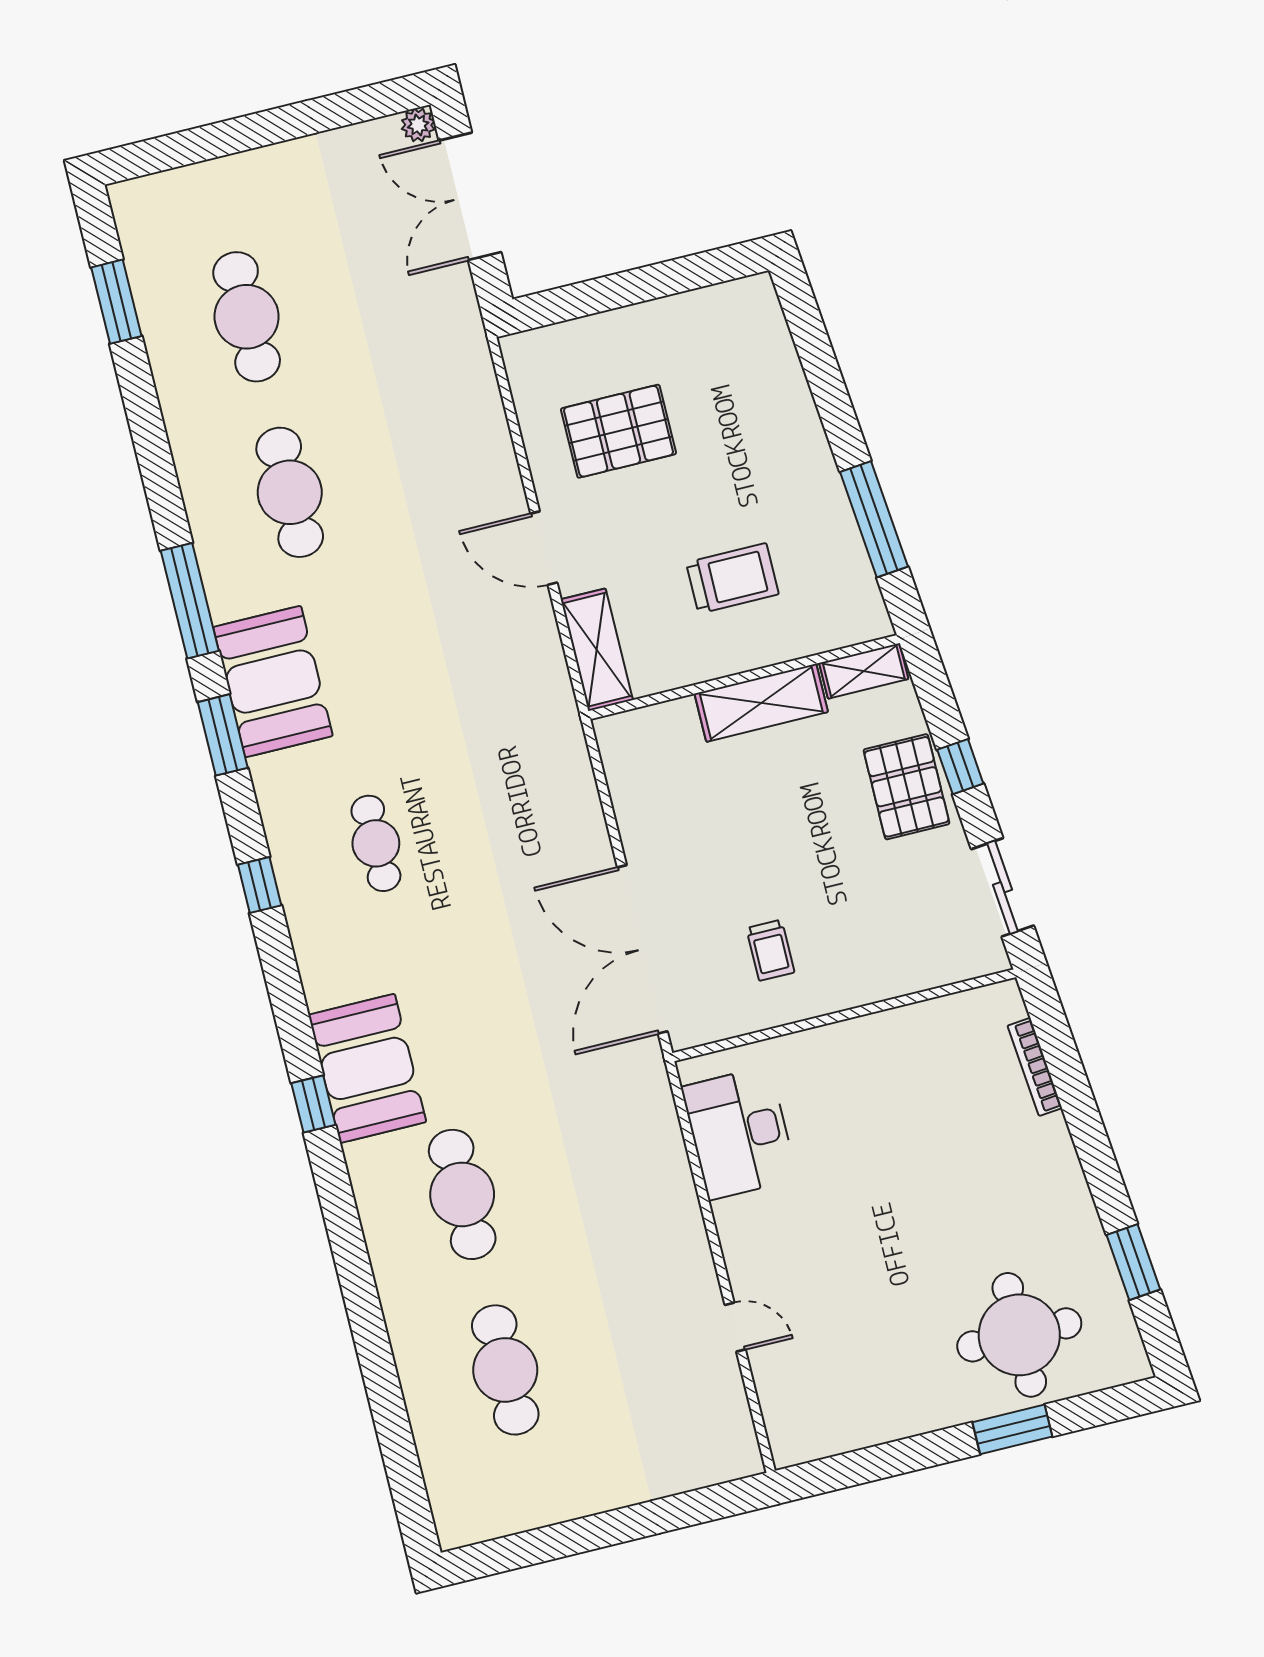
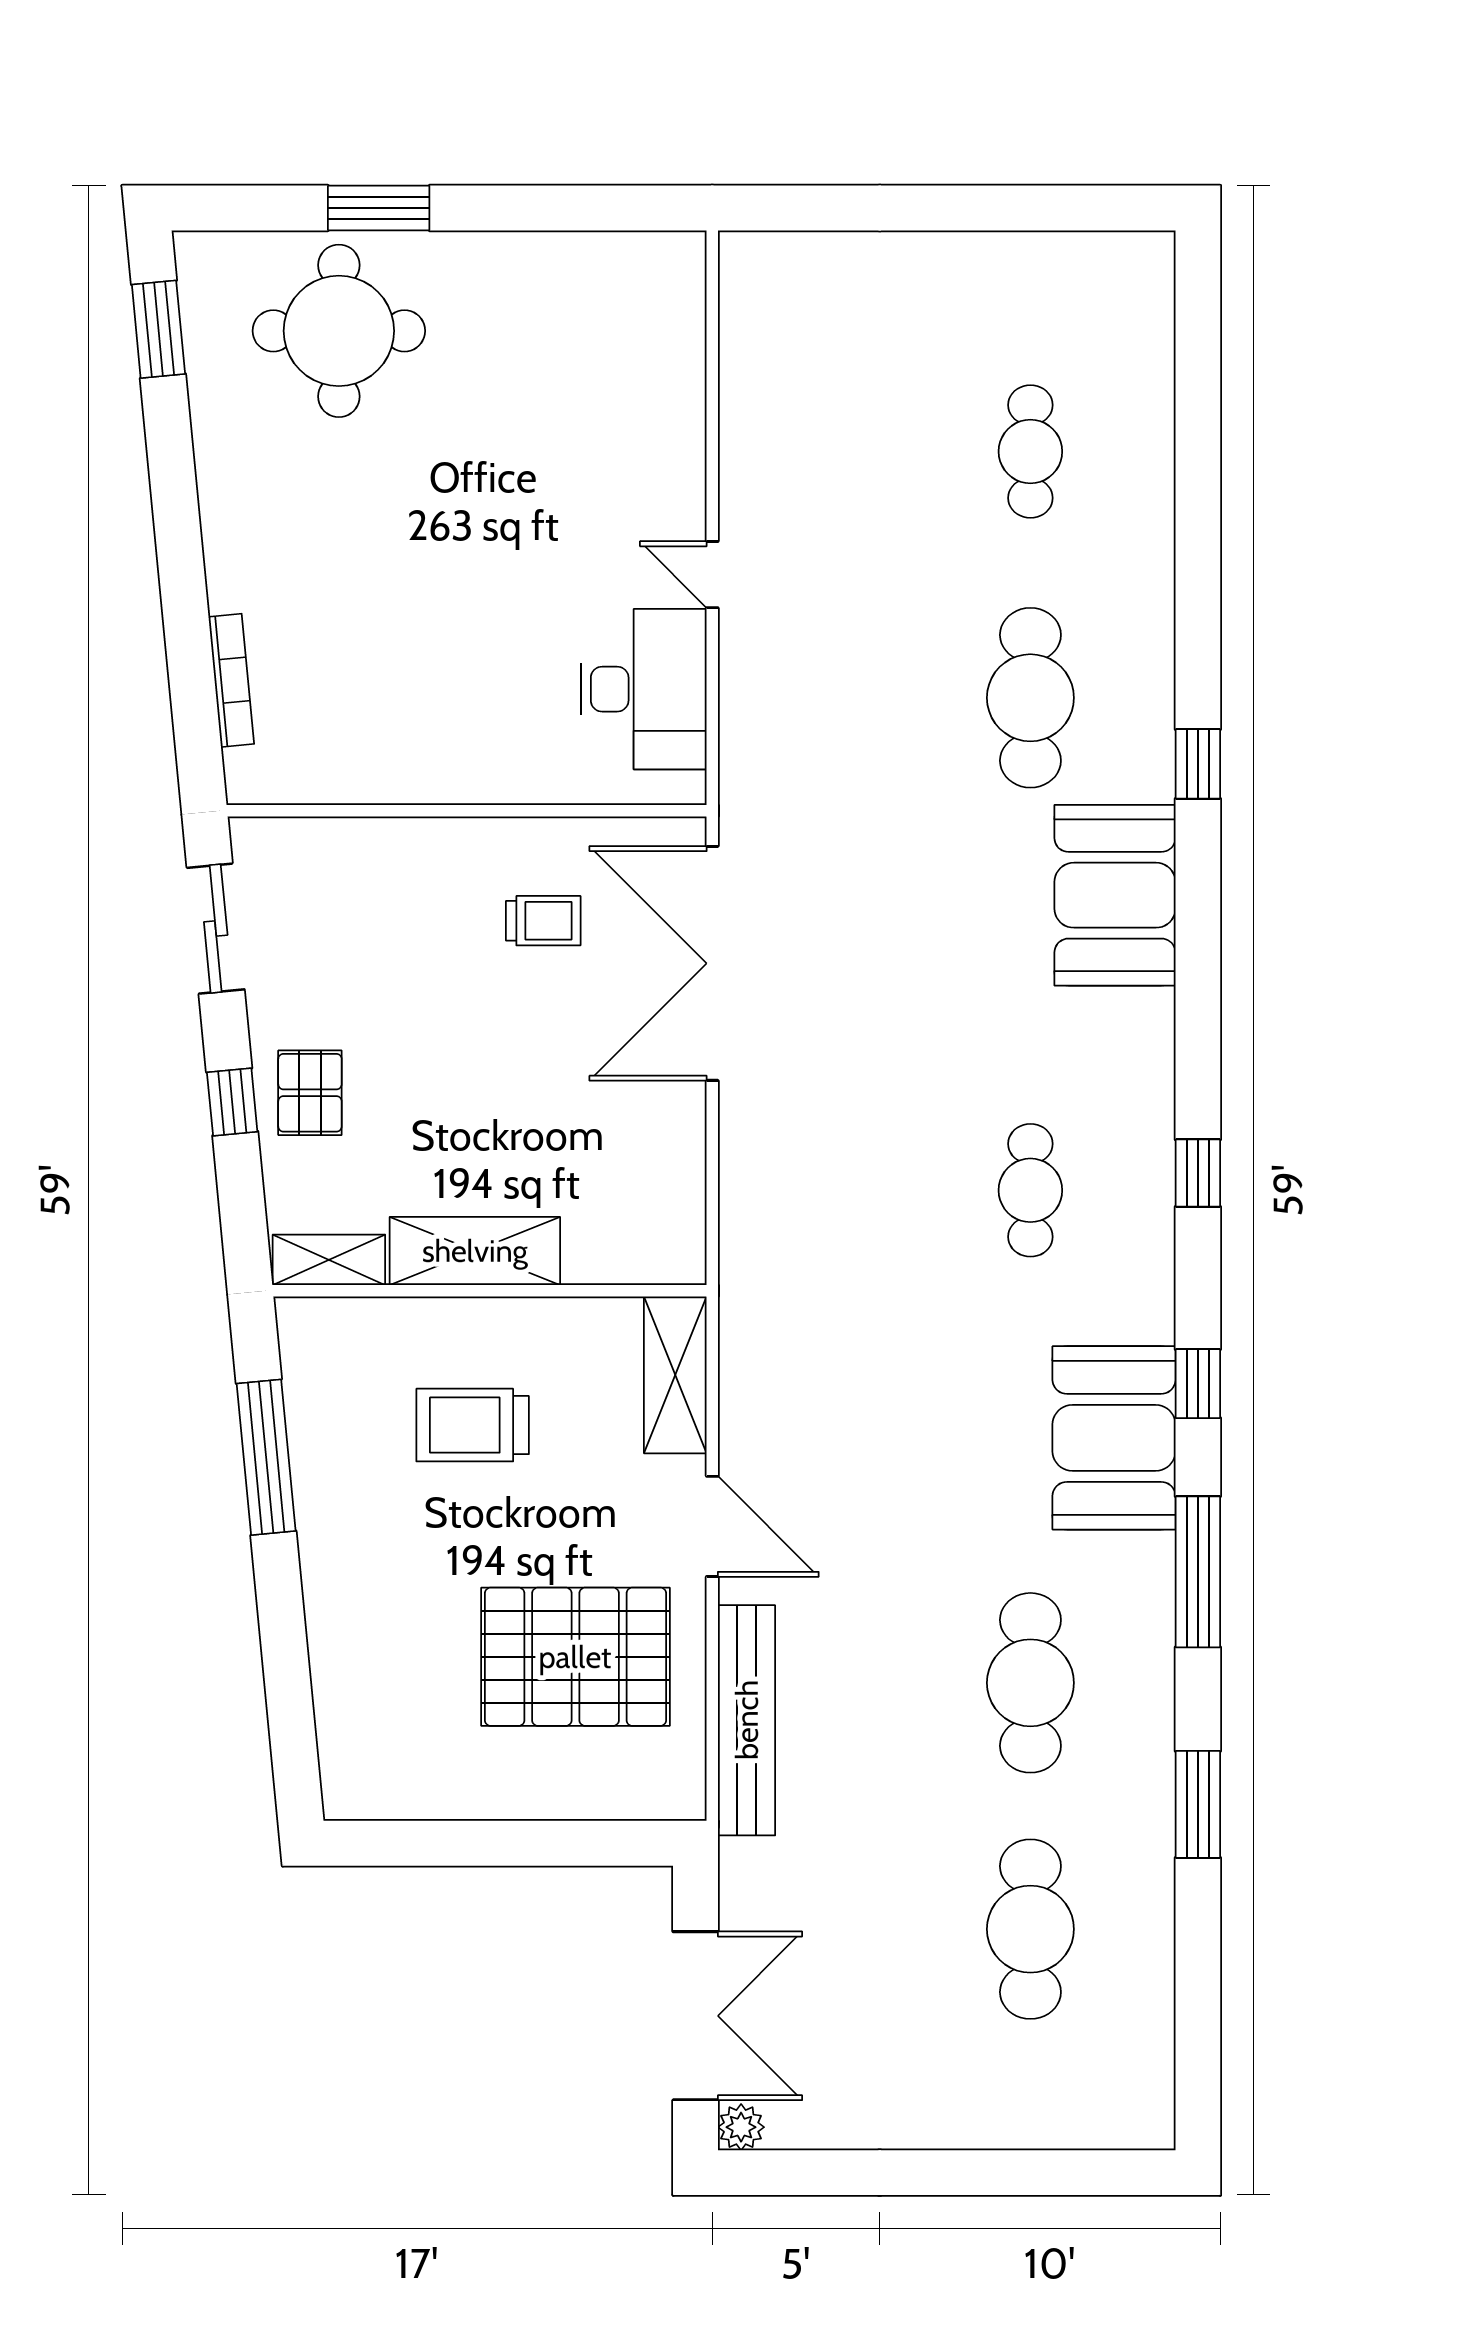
window: (116, 302) -> (1198, 1804), moved
bench: (485, 416) -> (747, 1720), added
pallet: (618, 431) -> (575, 1657), width x1.37, depth x1.41
window: (223, 735) -> (1198, 1384), width x0.67
pallet: (906, 787) -> (310, 1093), width x0.67, depth x0.71
double door: (642, 949) -> (712, 963), swing flipped
trolley: (770, 950) -> (543, 921), turned 90
window: (313, 1104) -> (1198, 764), moved
window: (1133, 1262) -> (158, 329), moved
door: (735, 1327) -> (712, 575), moved
cafe table: (505, 1370) -> (1030, 451), width x0.73, depth x0.74

